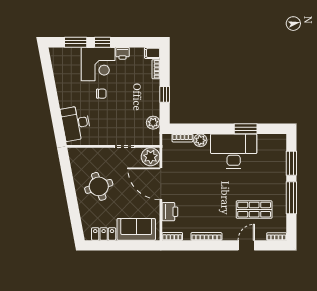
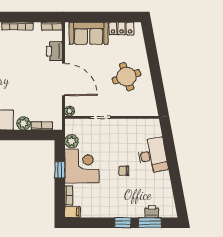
printer: (123, 53) -> (152, 212), moved
corner desk: (98, 64) -> (82, 166), moved, turned 90
desk: (76, 123) -> (152, 155), moved
plant: (151, 157) -> (70, 111), width x0.53, depth x0.53

